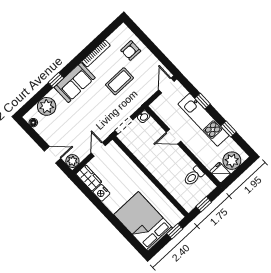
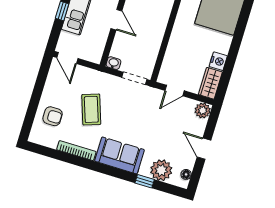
window: (56, 80) -> (145, 181), moved
coffee table: (119, 81) -> (91, 109), turned 71
door: (166, 86) -> (67, 58), hinge flipped
door: (52, 155) -> (204, 149), moved

